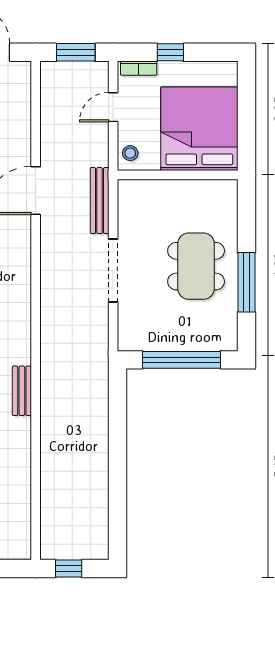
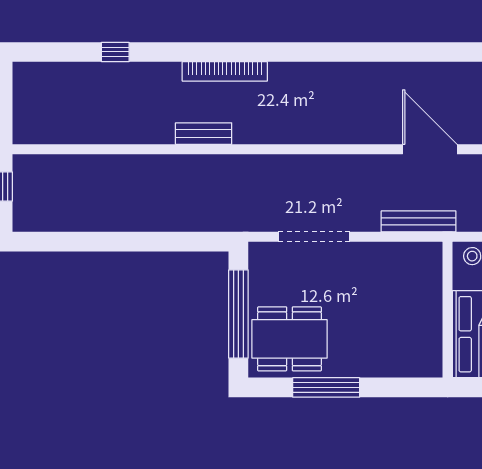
dining table: (196, 266) -> (289, 339), moved
doorway: (113, 271) -> (314, 237), moved

